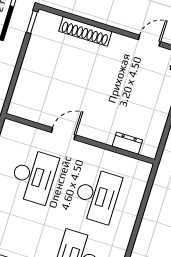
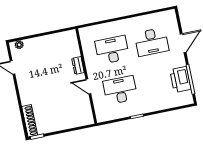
shoe rack: (85, 31) -> (30, 121), moved
dresser: (127, 143) -> (78, 65), moved

